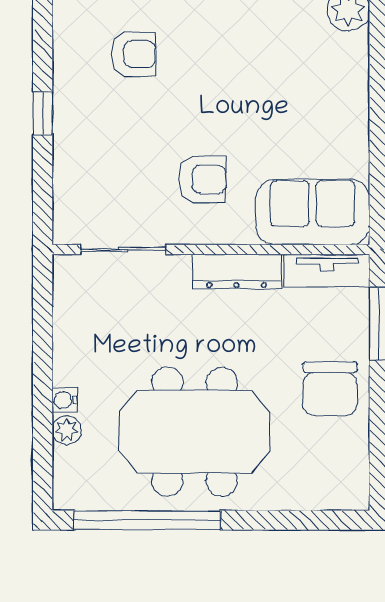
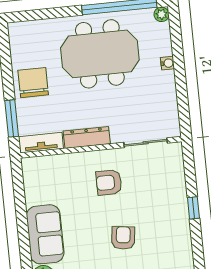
armchair: (133, 54) -> (123, 238), moved, turned 97
sofa: (313, 212) -> (45, 234), moved, turned -90
plant: (67, 430) -> (162, 14), moved

